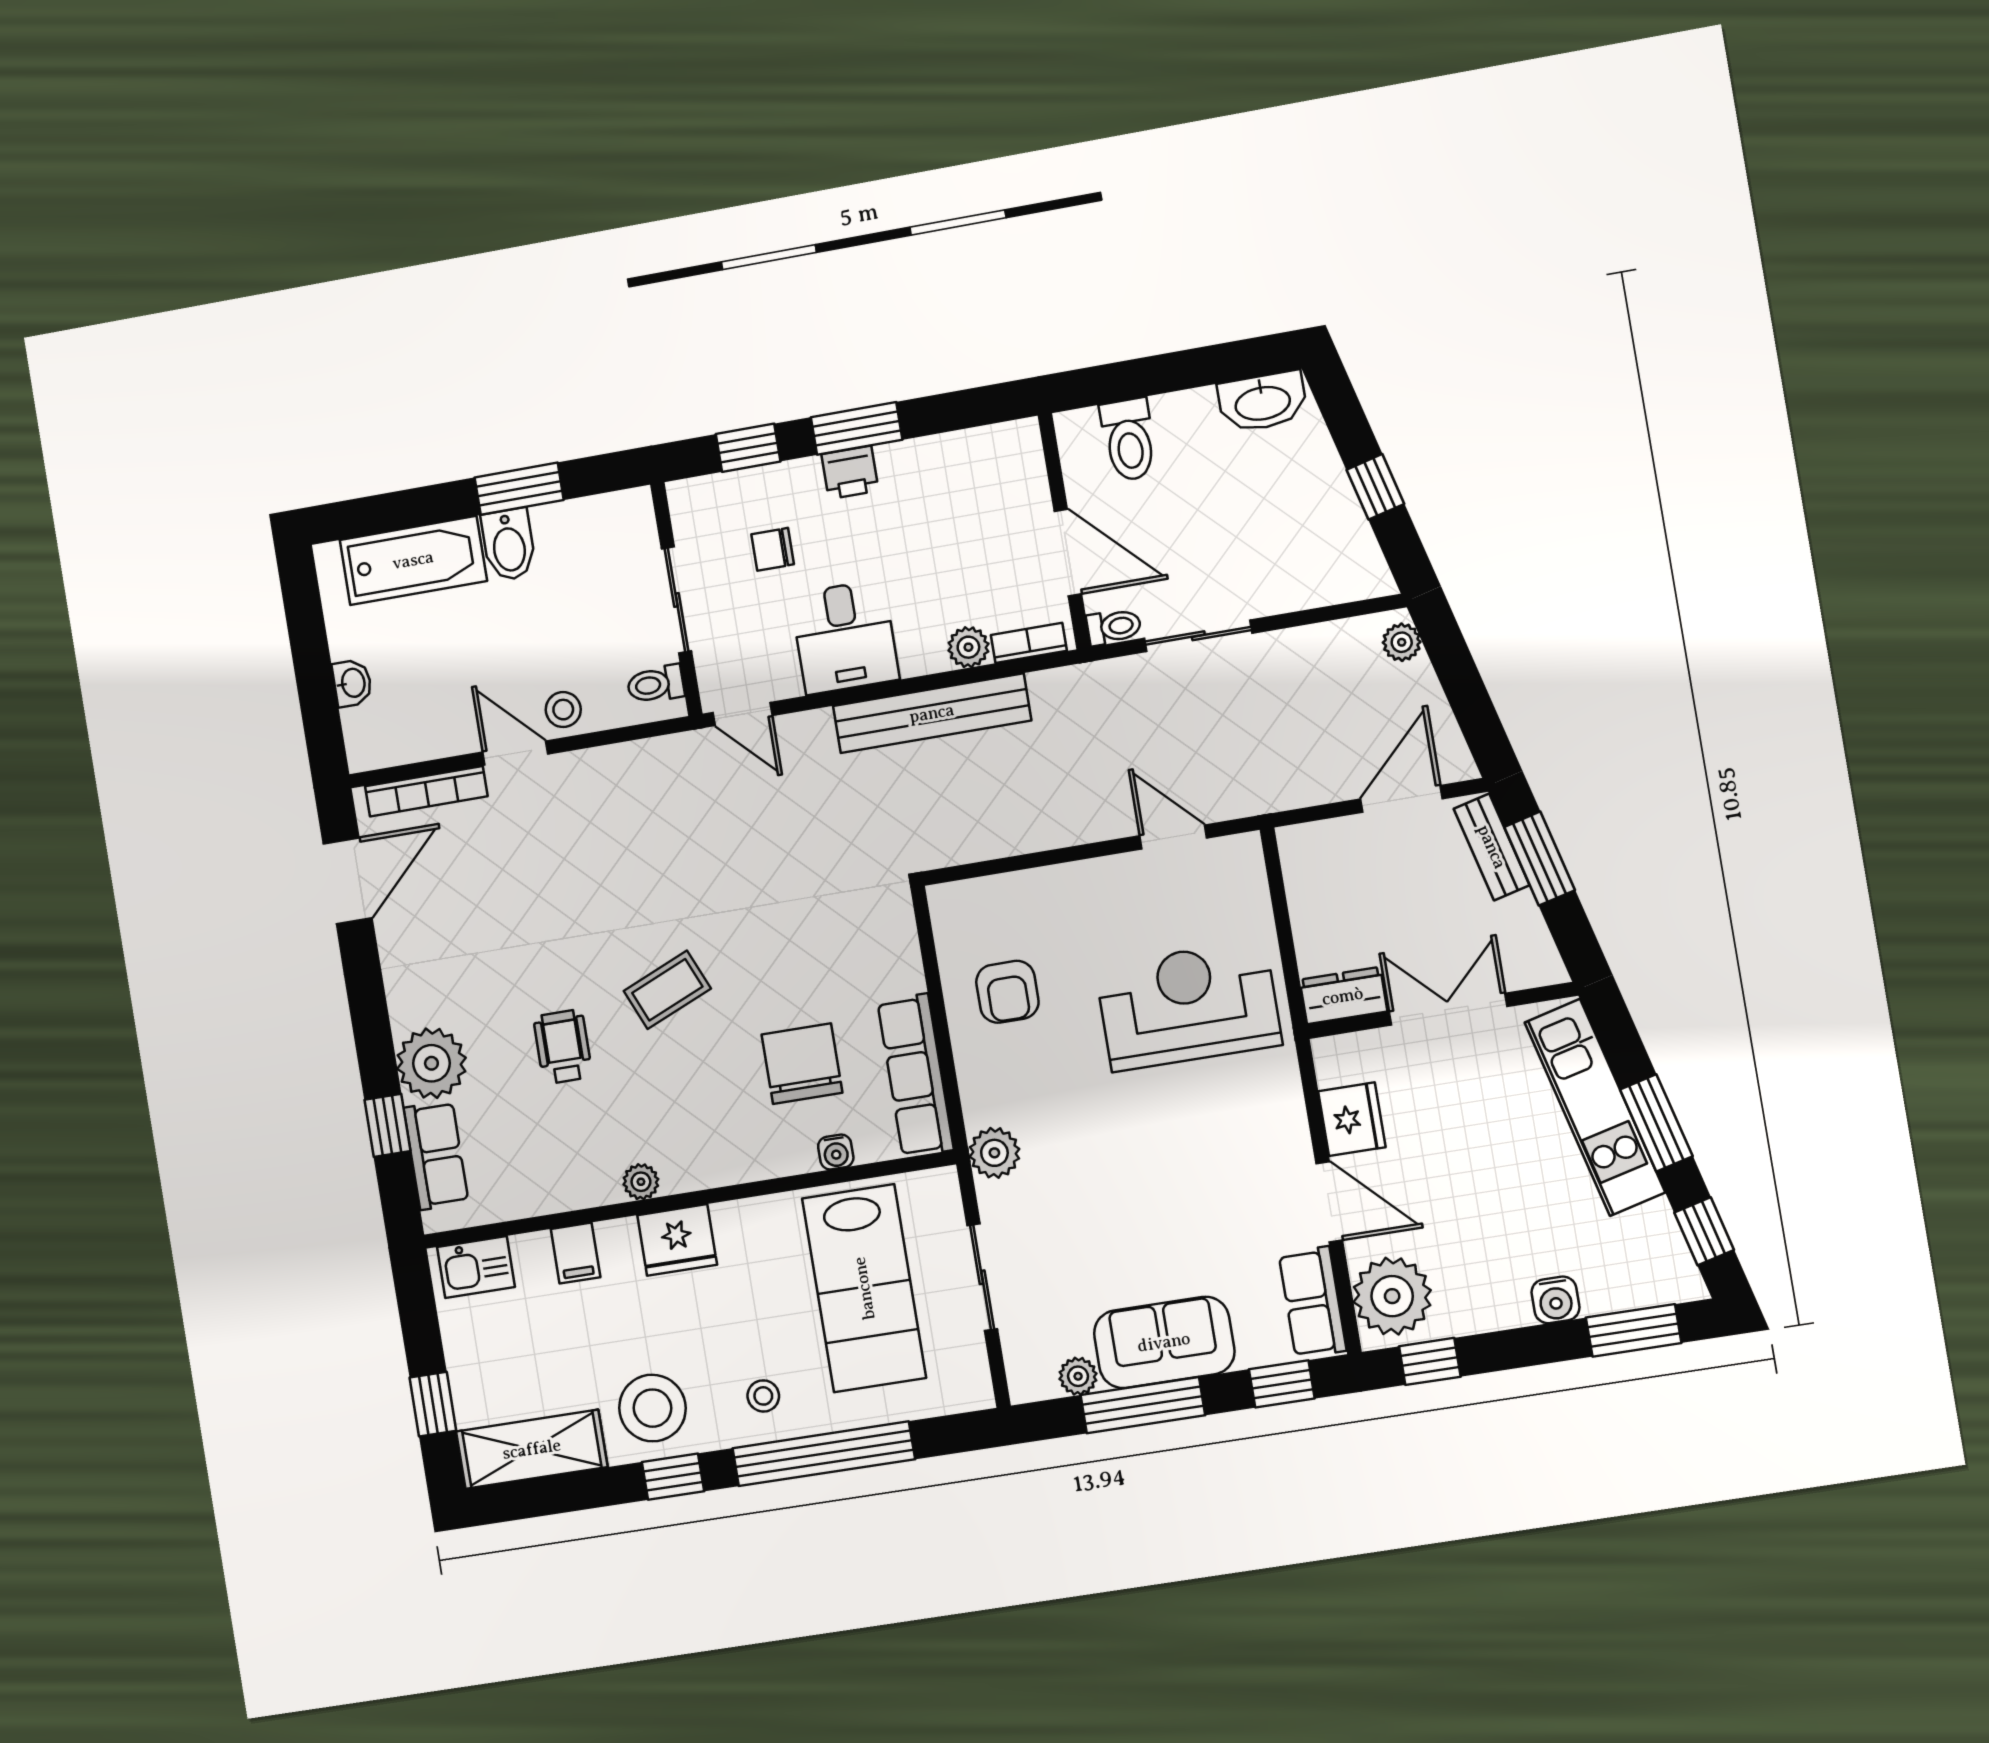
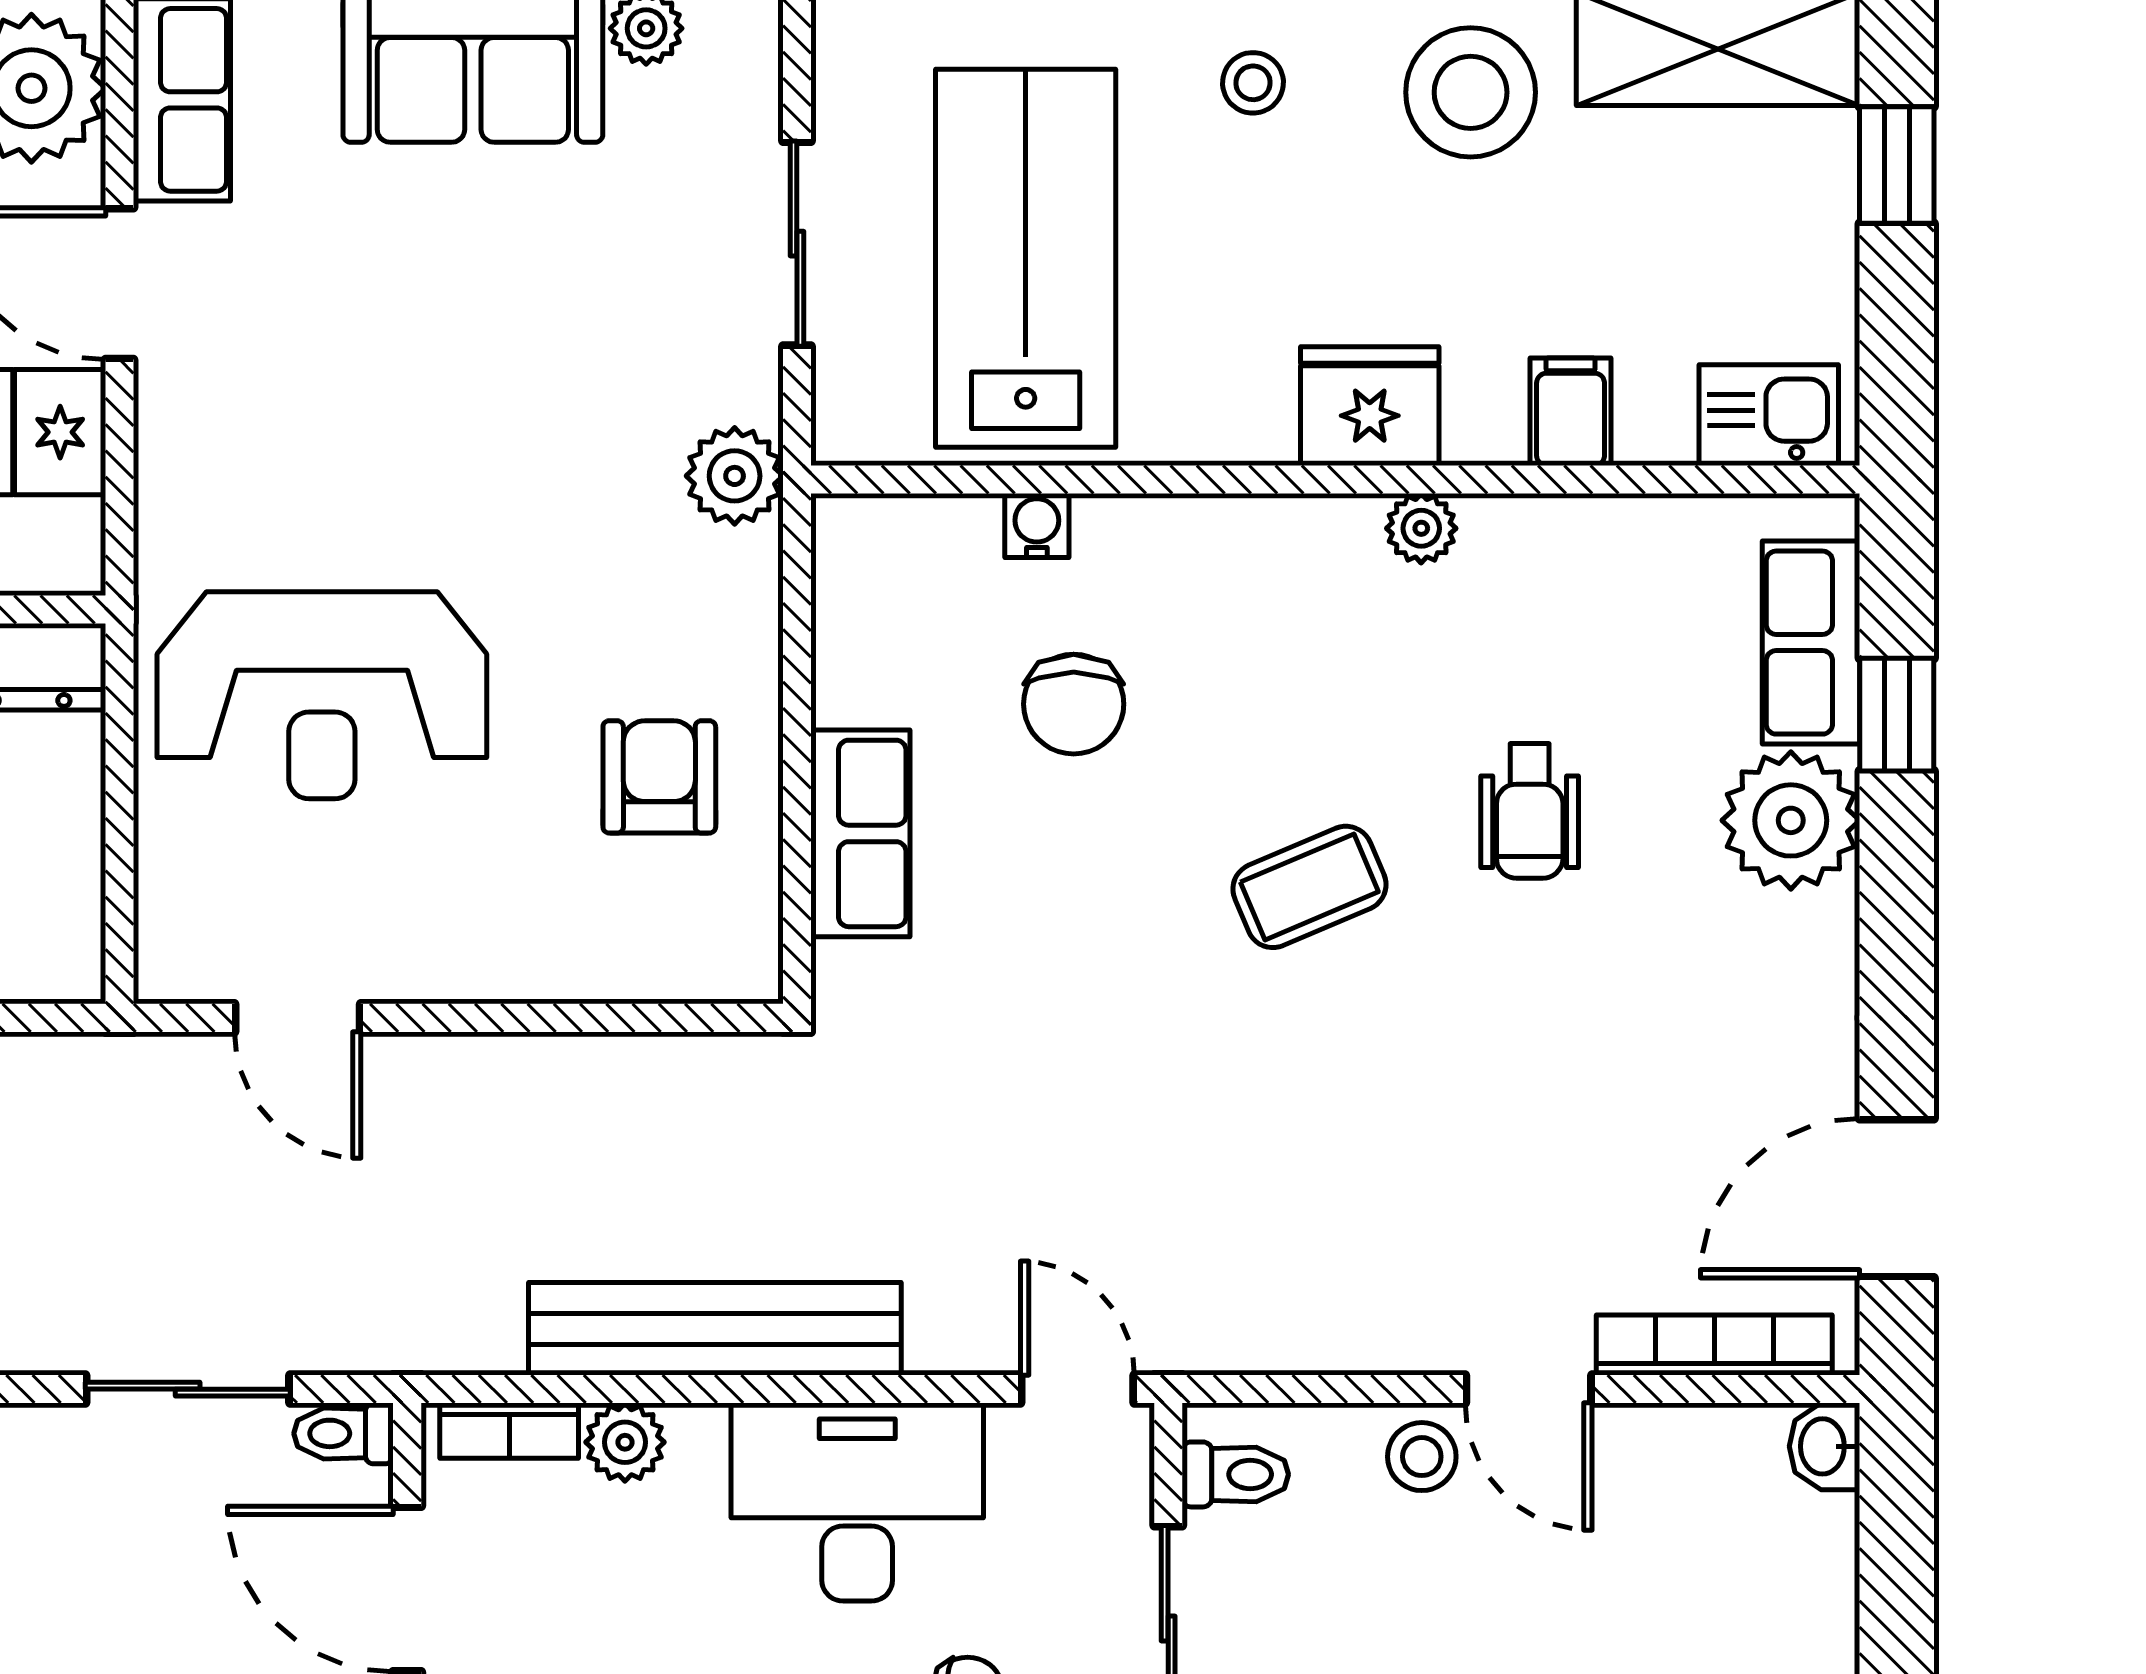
desk: (845, 637) -> (857, 1502), width x1.37
washbasin: (352, 683) -> (1825, 1446), moved
chair: (802, 1064) -> (1074, 704), width x0.73, depth x0.73
row of seats: (916, 1075) -> (860, 833), moved, width x0.68

